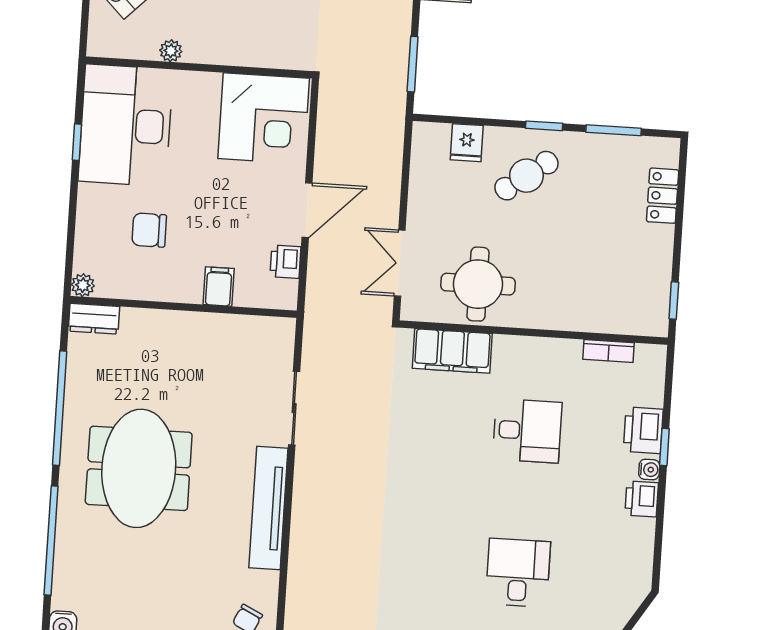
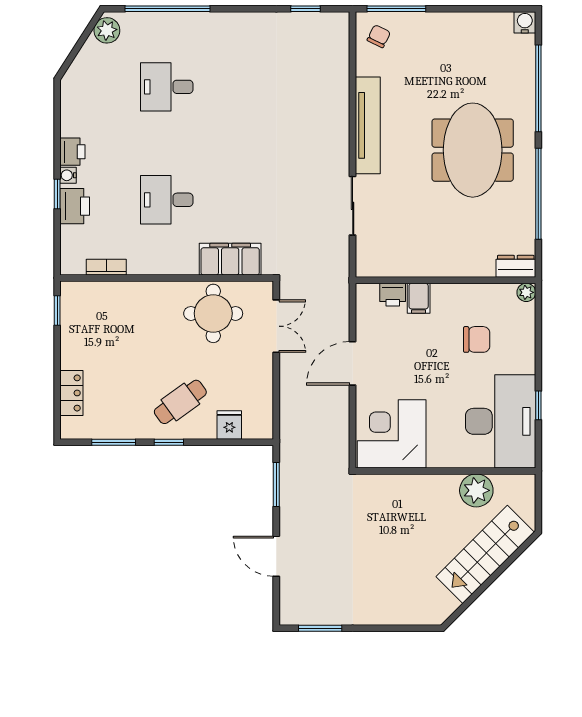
plant: (171, 51) -> (476, 490), width x1.88, depth x1.88
printer: (285, 262) -> (393, 295), moved, turned 90
desk: (518, 573) -> (167, 87), turned 90

